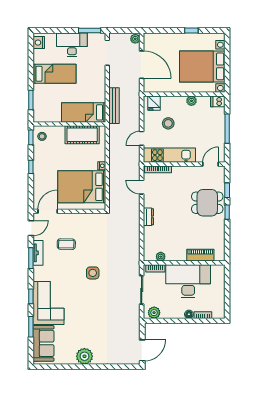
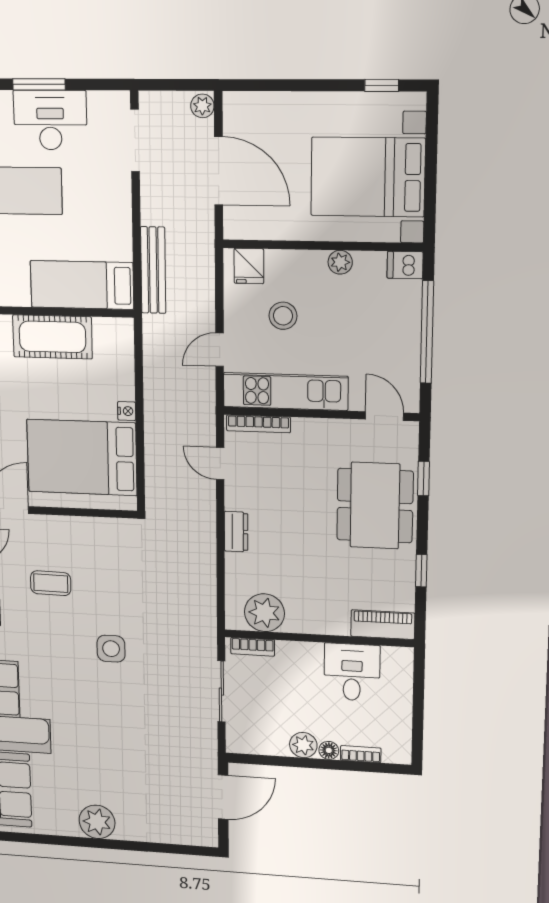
window: (90, 30) -> (39, 84), moved
window: (191, 30) -> (382, 85), moved
window: (227, 129) -> (427, 332), width x1.46
cot: (82, 135) -> (52, 337), moved
door: (211, 164) -> (384, 416), hinge flipped
dining table: (207, 203) -> (375, 506), width x1.37
window: (227, 212) -> (421, 571), moved
piano: (200, 255) -> (383, 625), moved
plant: (161, 257) -> (264, 613), width x1.88, depth x1.88
desk: (188, 281) -> (352, 672), width x0.53, depth x0.77
plant: (154, 313) -> (303, 745), moved
door: (142, 350) -> (223, 797), moved

